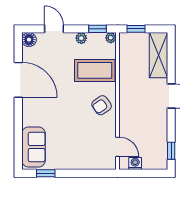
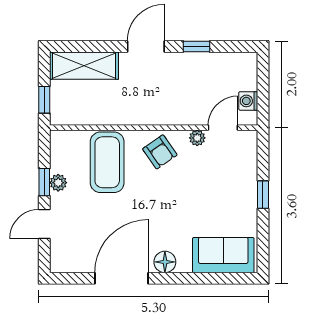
window: (97, 29) -> (44, 182), moved
plant: (111, 38) -> (197, 138), moved
floor lamp: (29, 40) -> (165, 262), moved
window: (171, 151) -> (196, 46), moved
window: (46, 173) -> (263, 195), moved

